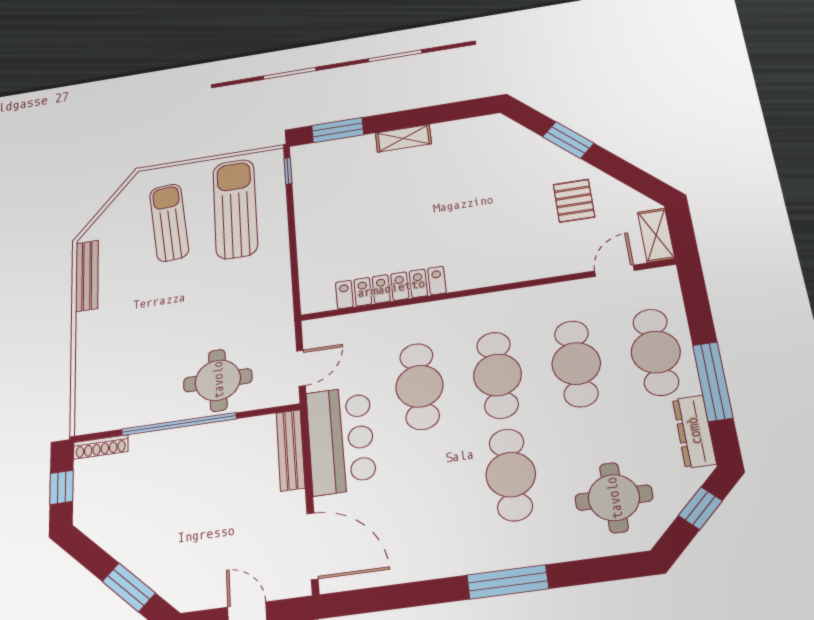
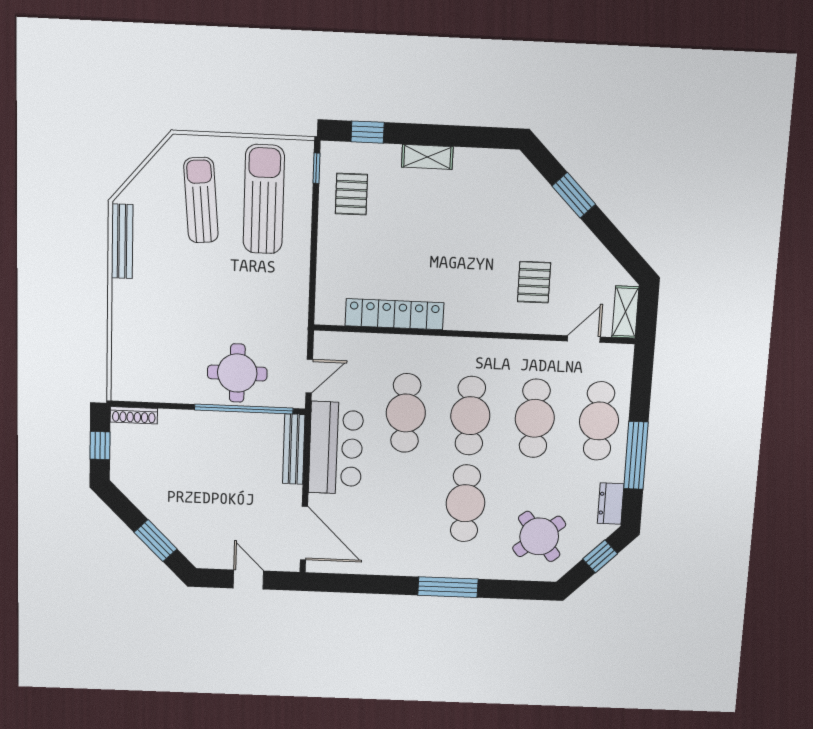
window: (338, 130) -> (368, 132), width x0.67
pallet: (328, 186) -> (351, 194), added
pallet: (574, 201) -> (534, 282), moved
window: (179, 424) -> (244, 409), moved
dresser: (694, 431) -> (611, 504), width x0.70
round table: (614, 498) -> (539, 536), turned -38

